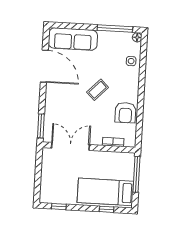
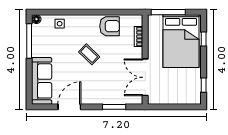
door: (44, 66) -> (69, 107), width x0.73
window: (41, 126) -> (114, 107), moved
bed: (105, 192) -> (181, 41), width x1.50

